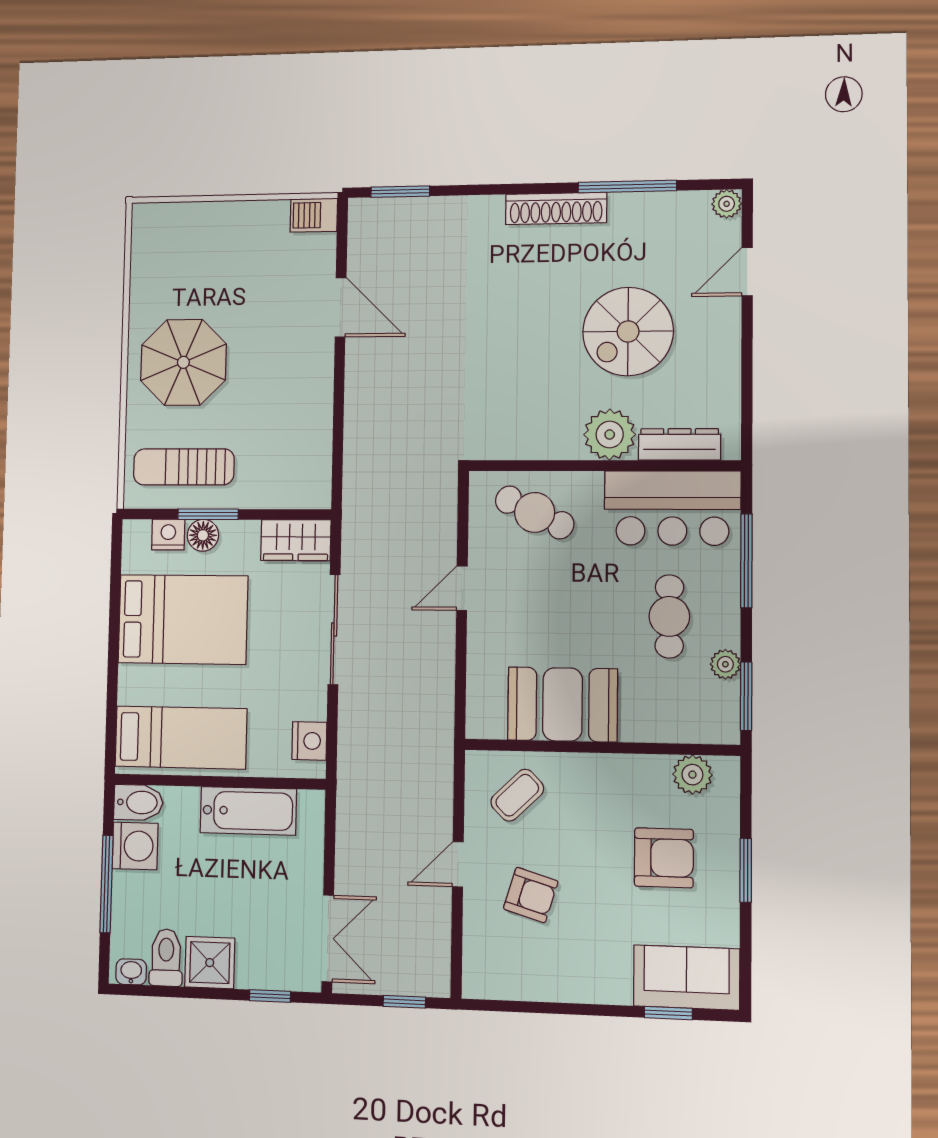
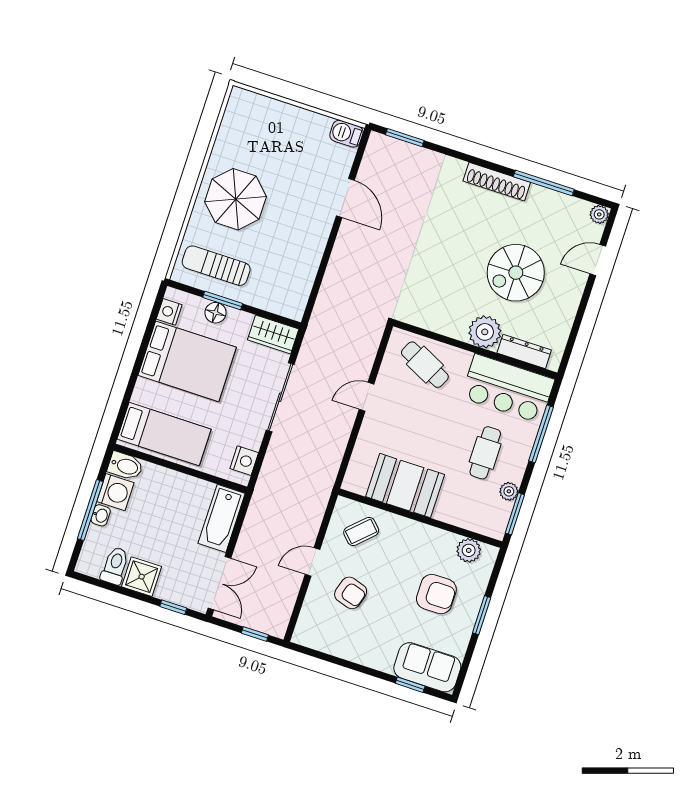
nightstand: (168, 535) -> (169, 312), moved, turned -90
bathtub: (248, 811) -> (222, 518), moved, turned 90
washbasin: (131, 972) -> (101, 515), moved, turned 90

